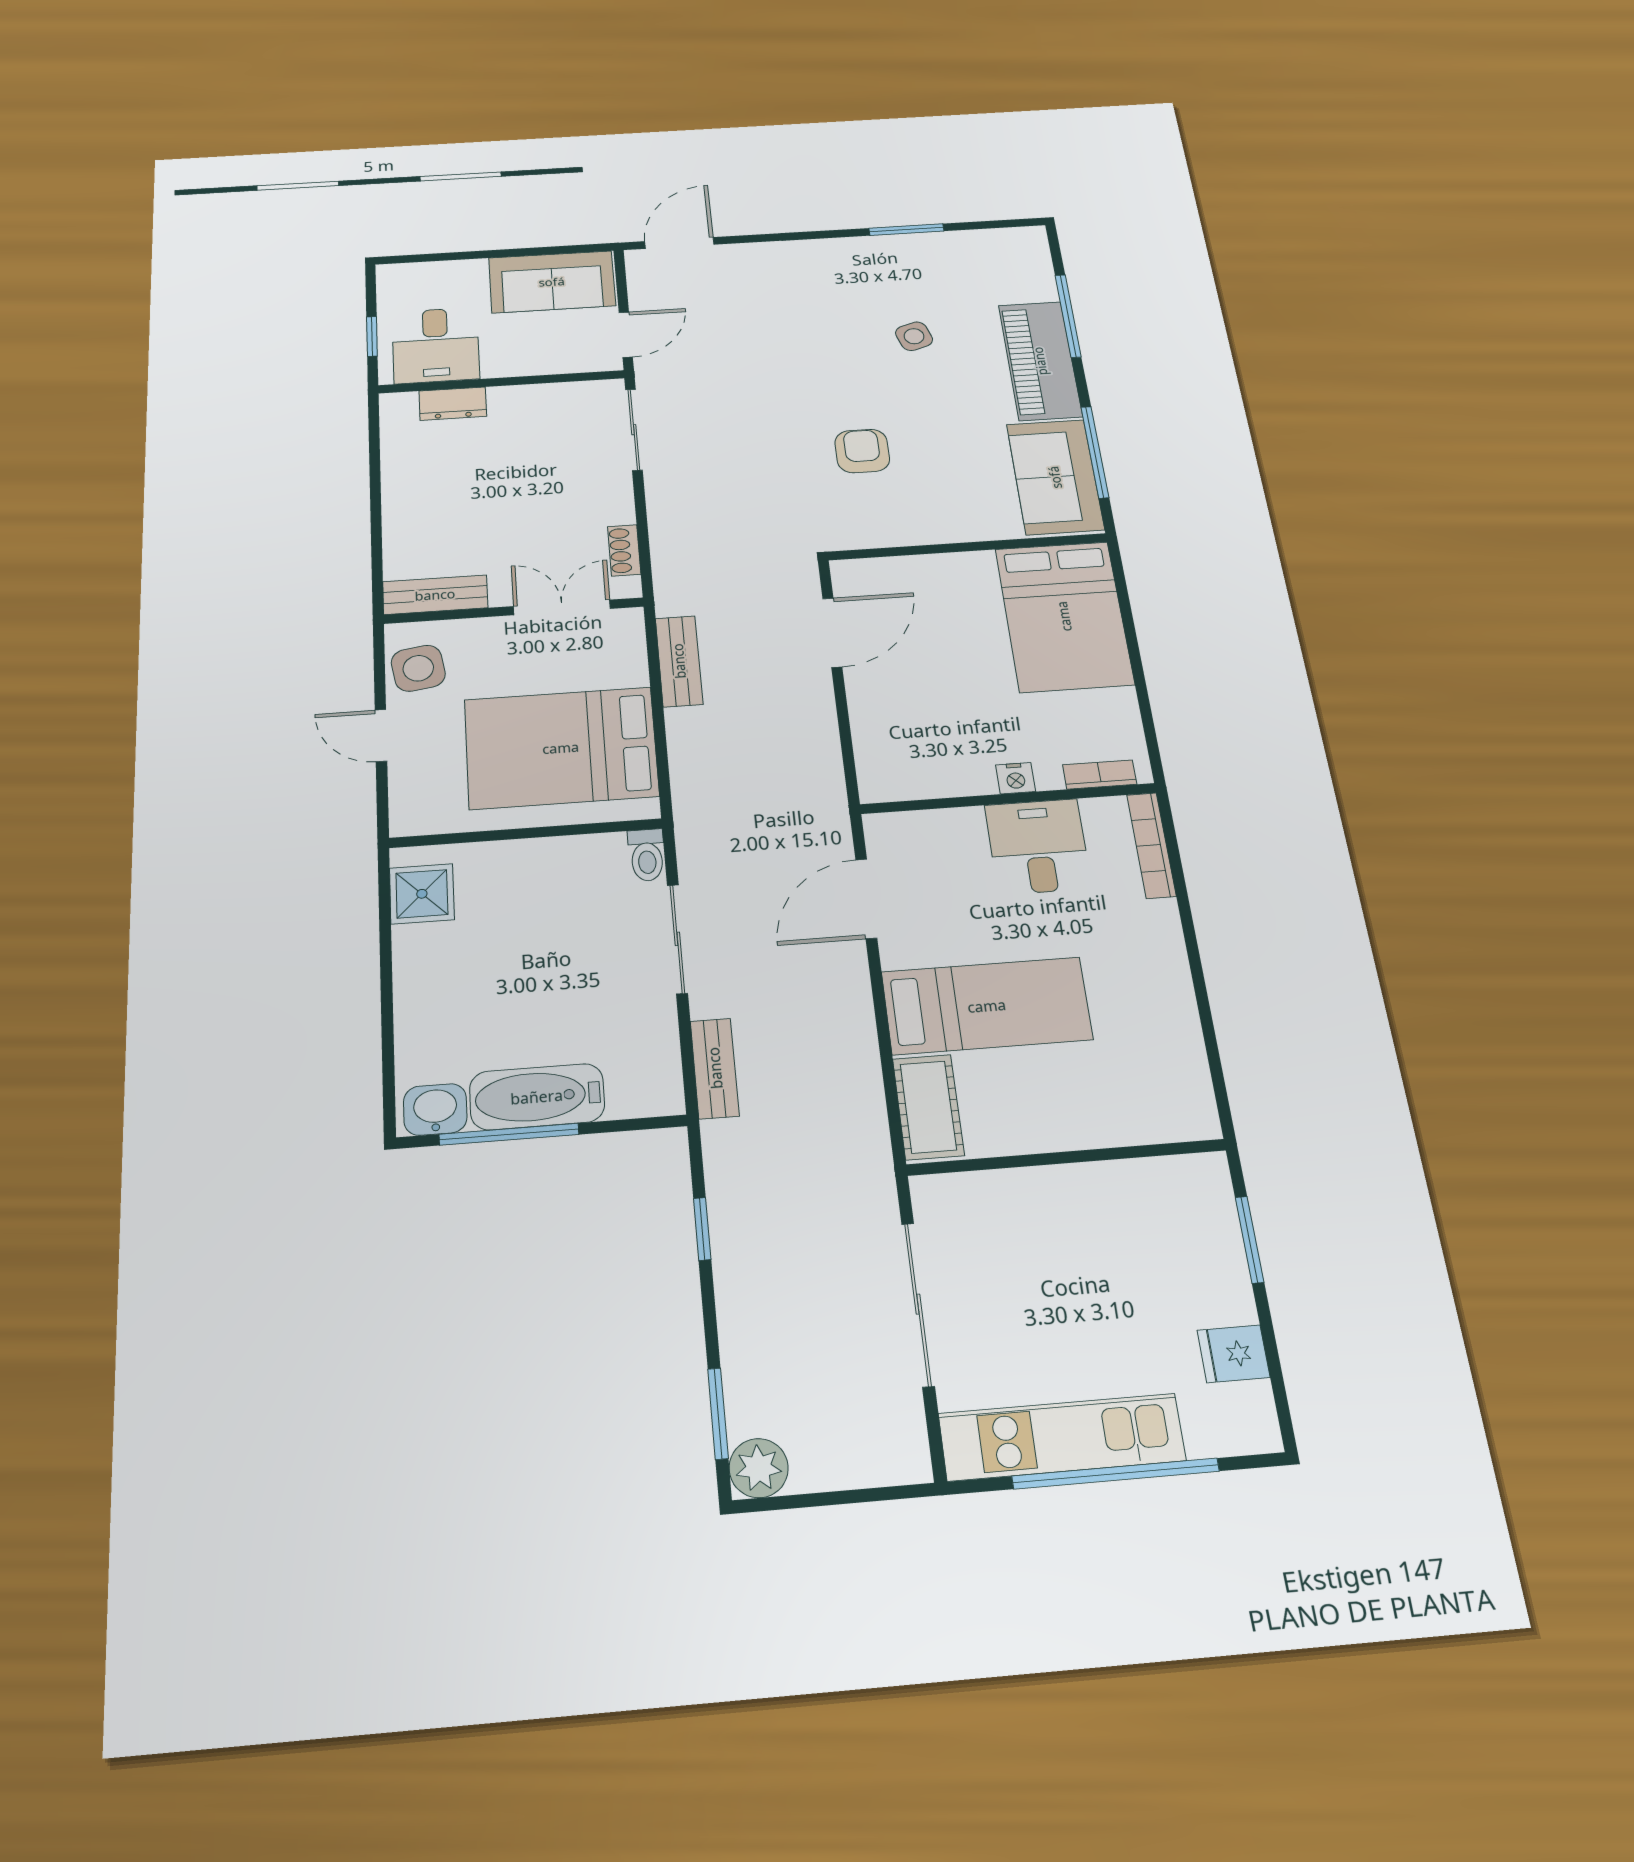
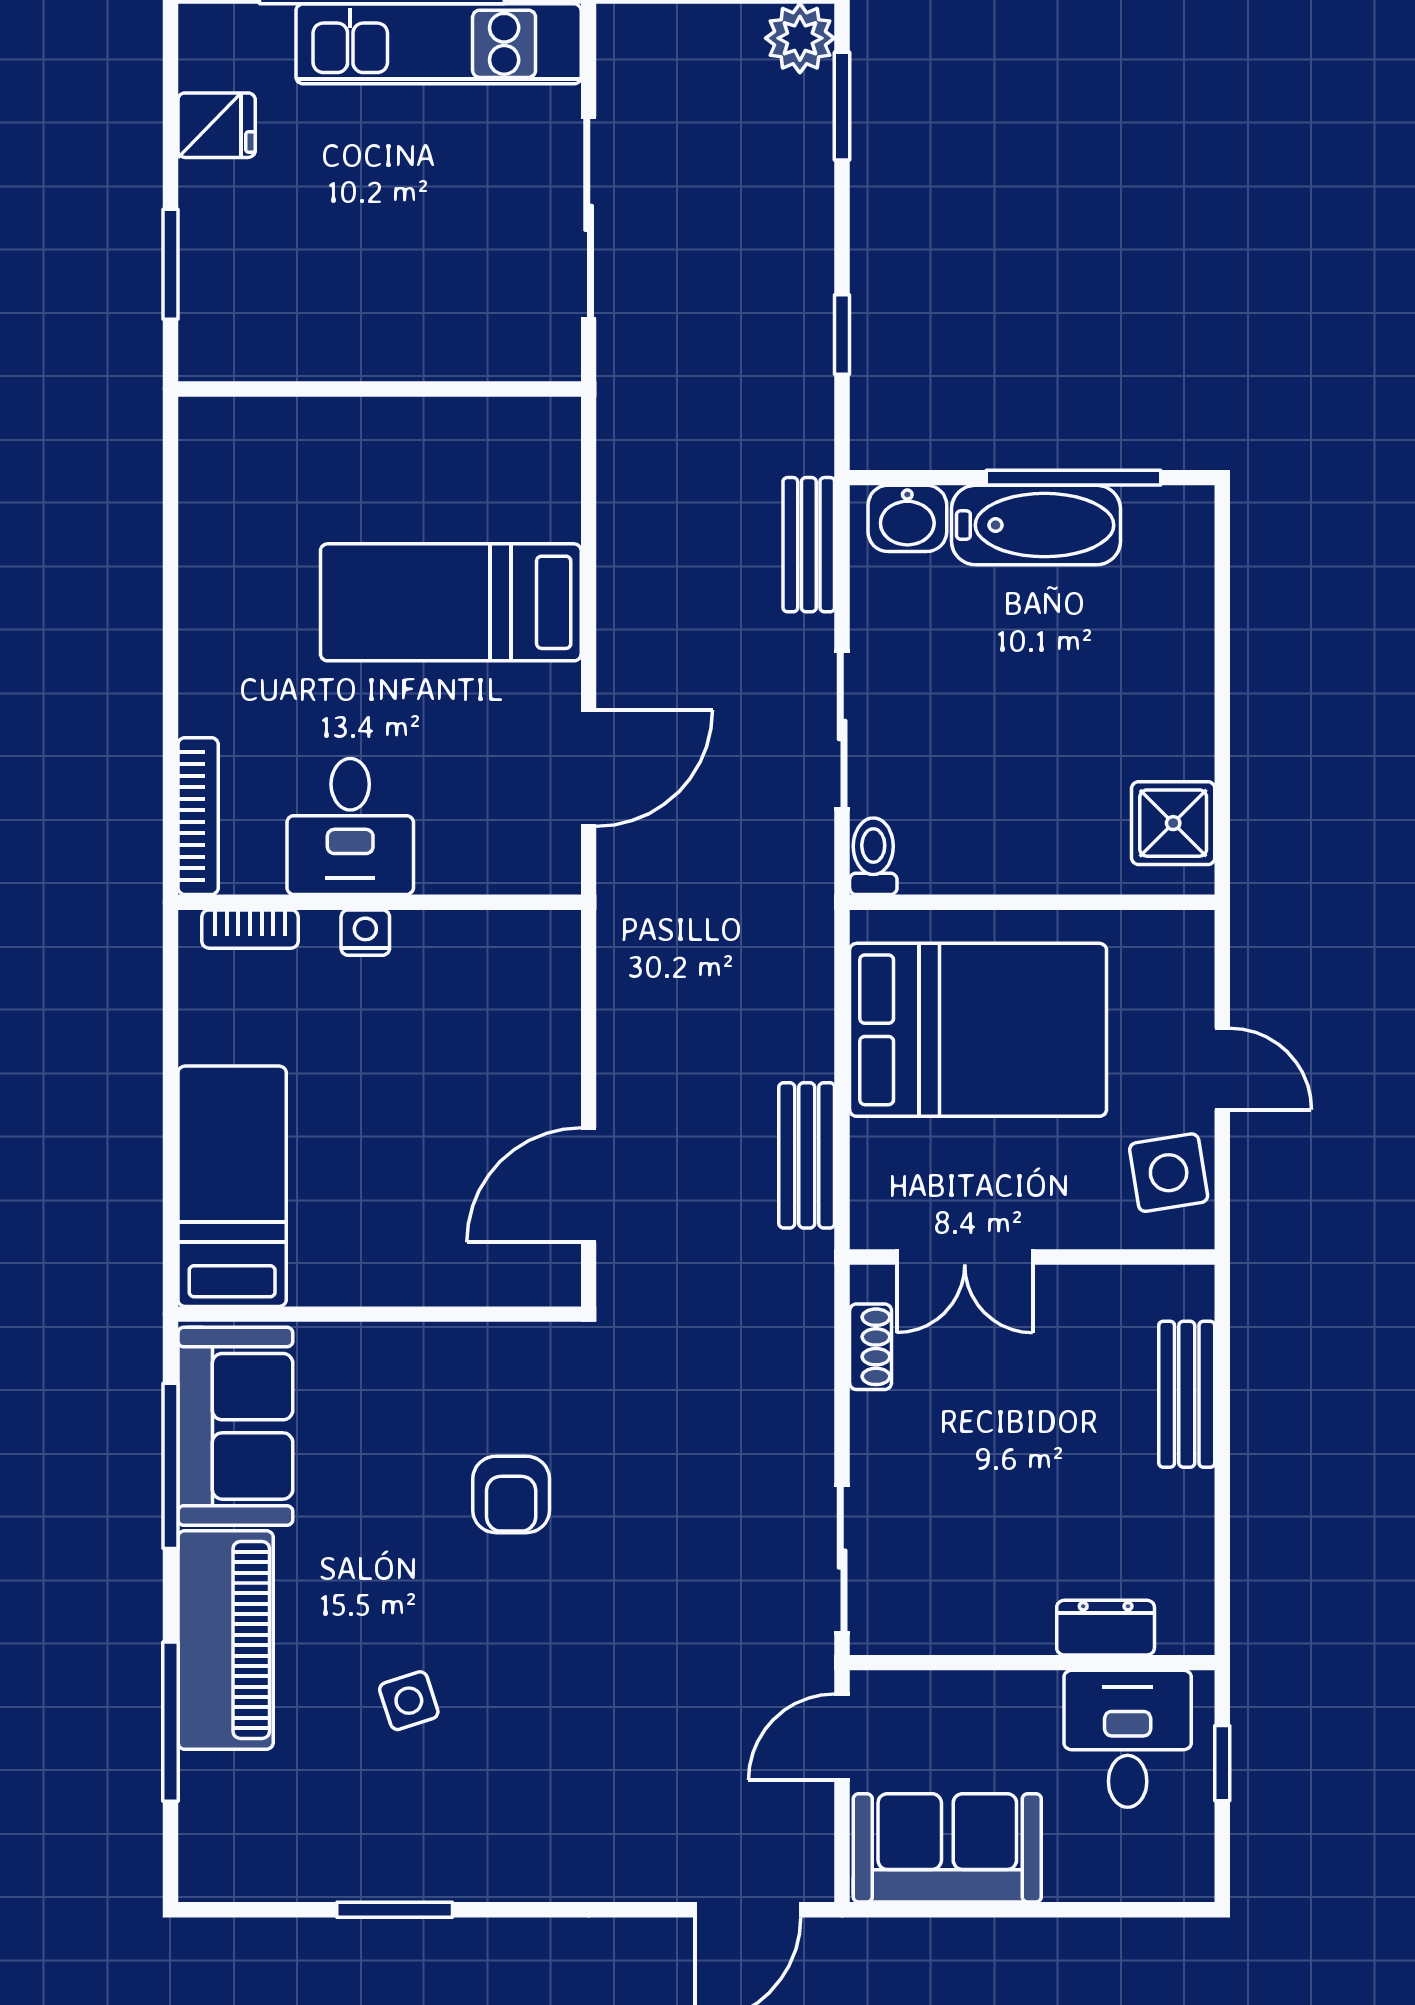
bench: (435, 595) -> (1187, 1394), moved, turned 90
bed: (1064, 616) -> (232, 1186), width x0.67
cot: (928, 1107) -> (544, 470), removed
washbasin: (435, 1109) -> (907, 518), moved

